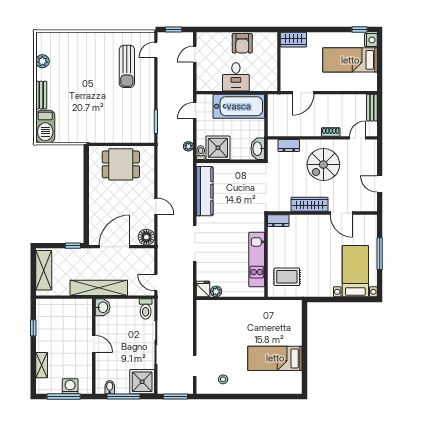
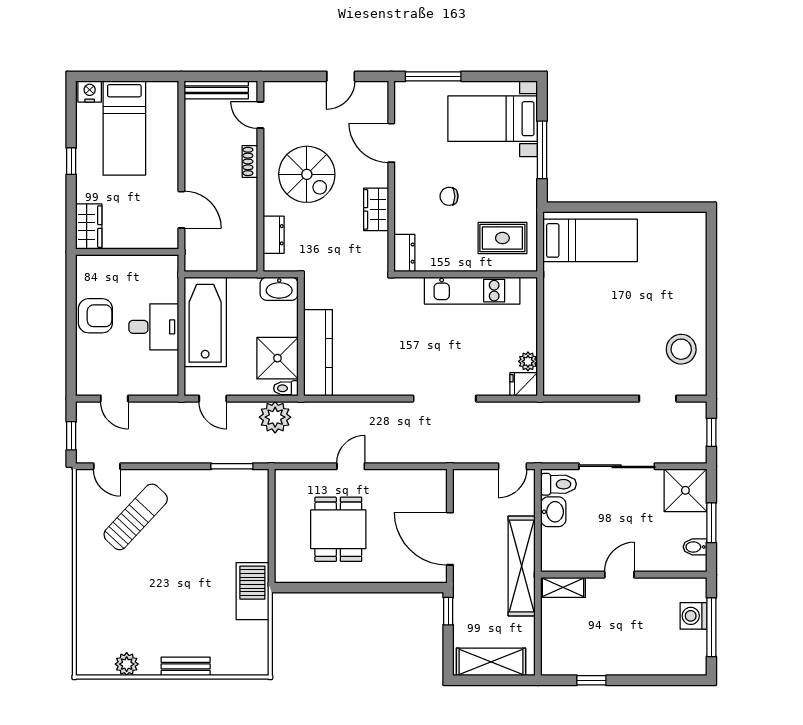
window: (359, 29) -> (71, 161), moved
sun lounger: (127, 66) -> (136, 517), turned -47
bench: (372, 108) -> (216, 90), width x1.36
barbecue: (45, 126) -> (252, 591), moved, turned -90
plant: (188, 146) -> (275, 417), width x1.87, depth x1.87
dining table: (121, 164) -> (338, 529), moved
kitchen counter: (205, 191) -> (318, 353), moved, turned 90
wardrobe: (309, 204) -> (376, 209), width x0.67
door: (156, 206) -> (351, 466), moved
door: (341, 213) -> (391, 143), swing flipped
floor lamp: (146, 237) -> (433, 483), removed
chair: (311, 246) -> (449, 196), added
window: (380, 254) -> (433, 76), moved
rug: (287, 277) -> (502, 238), turned 90
window: (337, 299) -> (542, 150), added
washbasin: (103, 307) -> (553, 512), moved, turned 90
bed: (275, 358) -> (590, 240), moved, turned -90
shelving: (42, 365) -> (563, 587), moved
stool: (223, 379) -> (681, 349), width x1.89, depth x1.89
window: (124, 397) -> (711, 523), width x0.69
window: (175, 397) -> (711, 432), width x0.67

